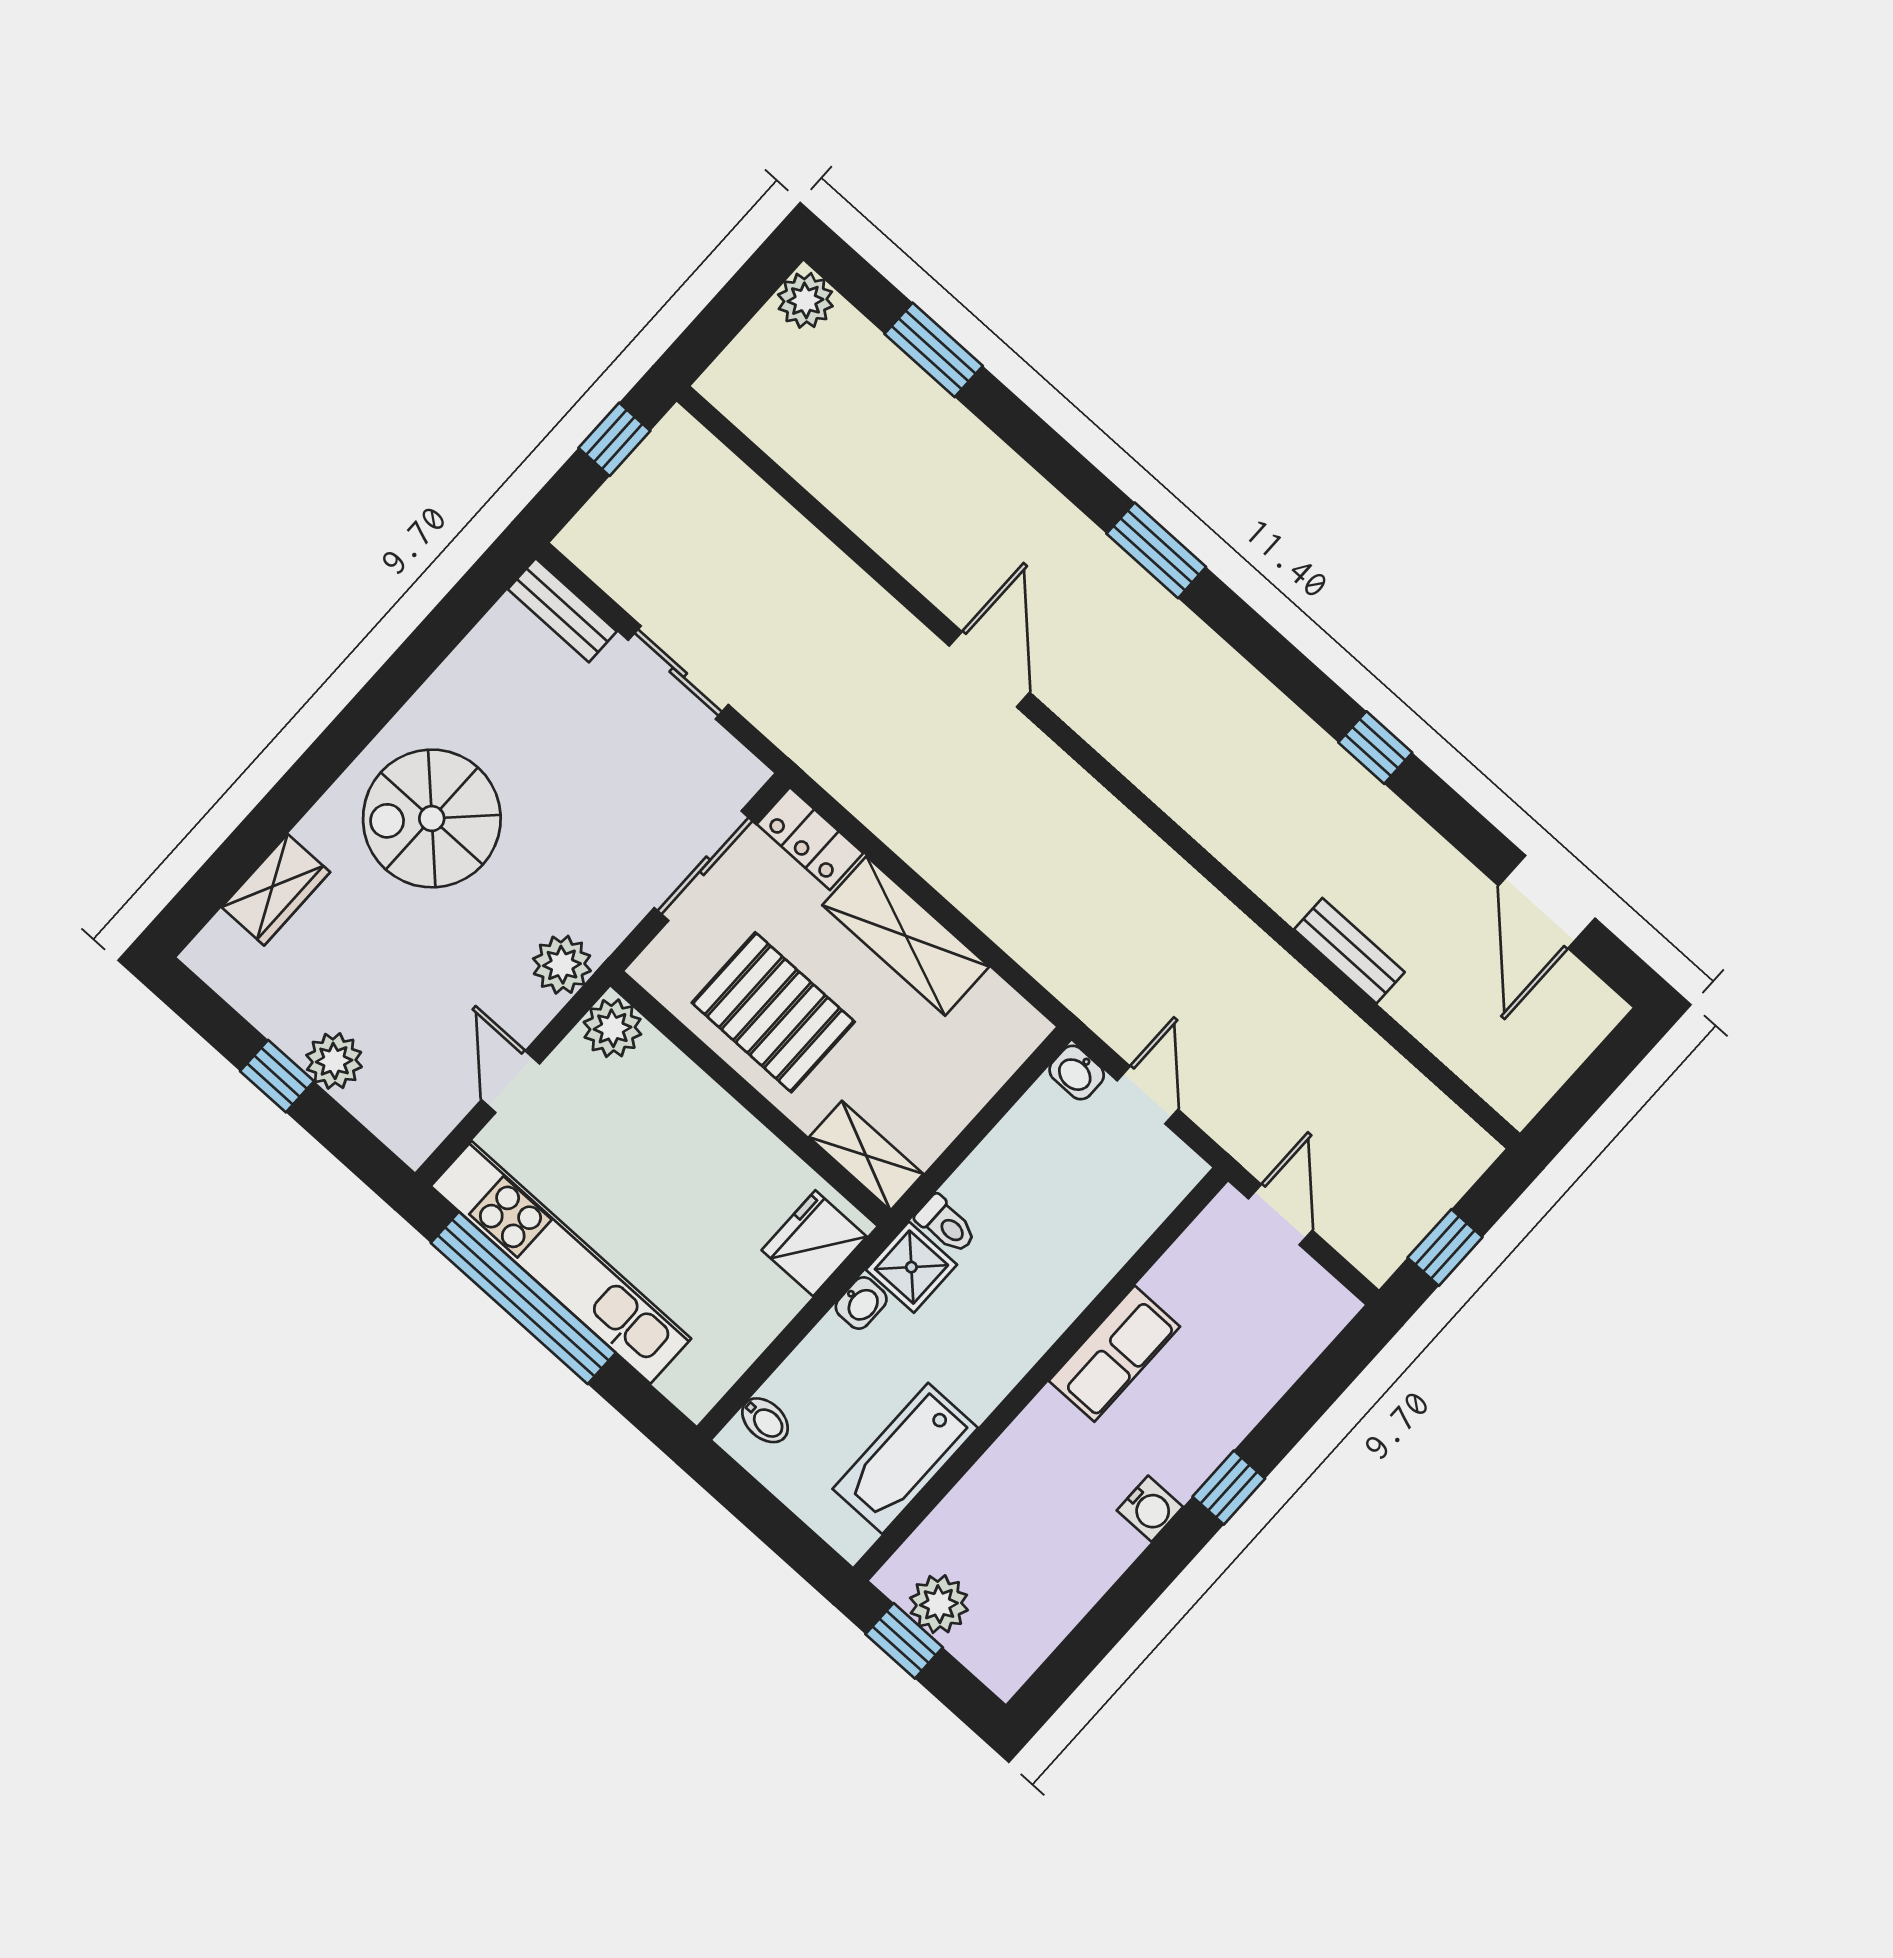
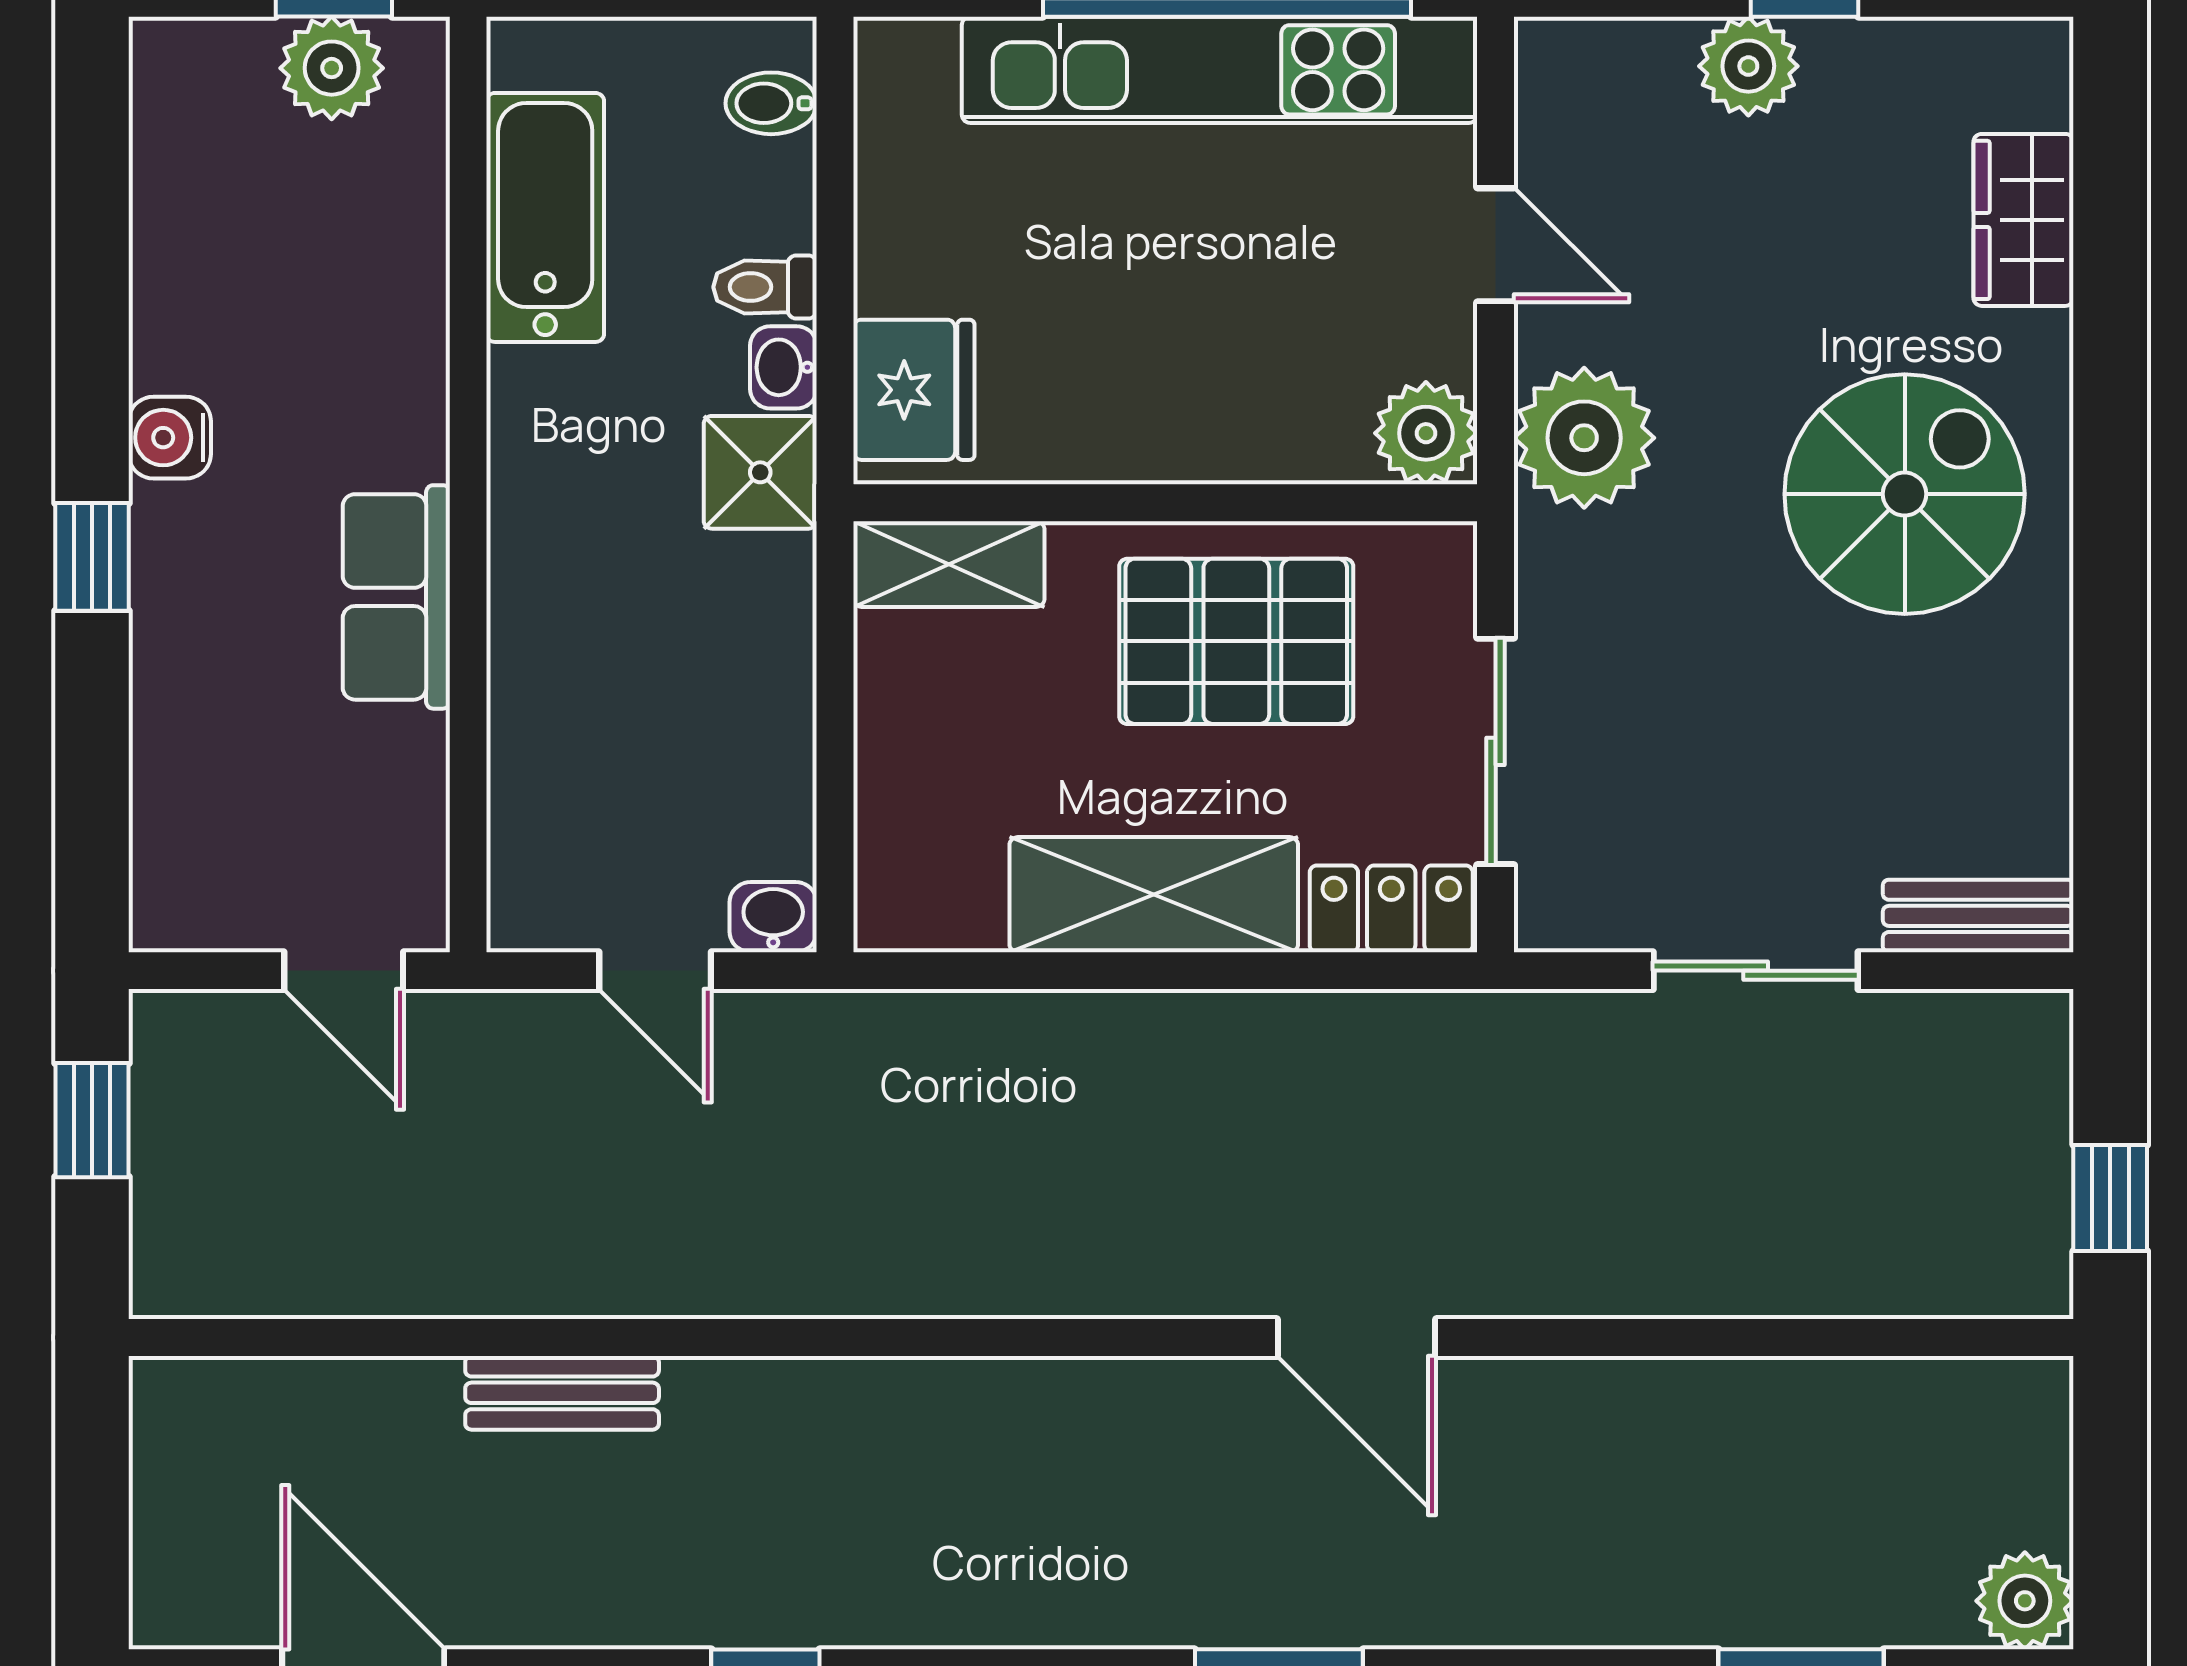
plant: (562, 965) -> (1584, 438), width x1.36, depth x1.36
toilet: (946, 1225) -> (765, 287), moved

